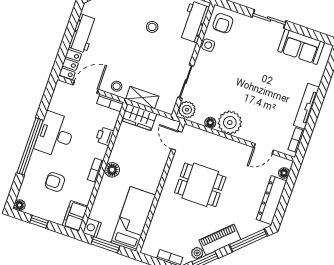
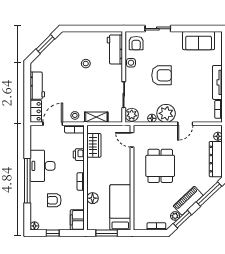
sliding door: (269, 19) -> (158, 29), moved
armchair: (241, 74) -> (162, 75), added
wardrobe: (139, 117) -> (94, 145), moved, turned -90
door: (264, 149) -> (185, 124), moved
floor lamp: (112, 170) -> (93, 198), moved
dining table: (200, 185) -> (160, 166), turned 90
nightstand: (92, 228) -> (93, 224), removed

